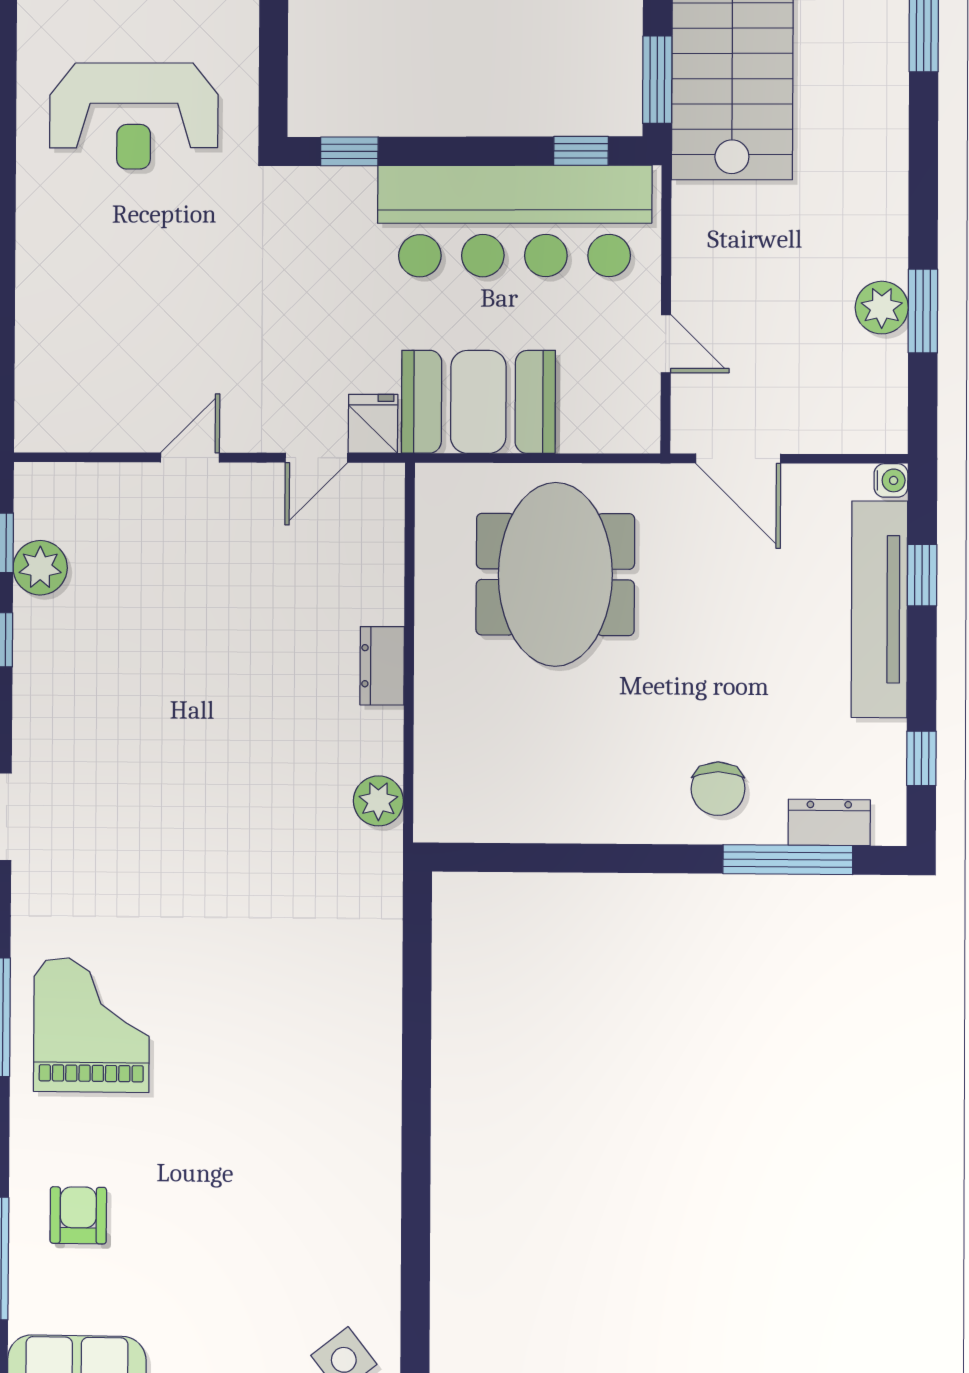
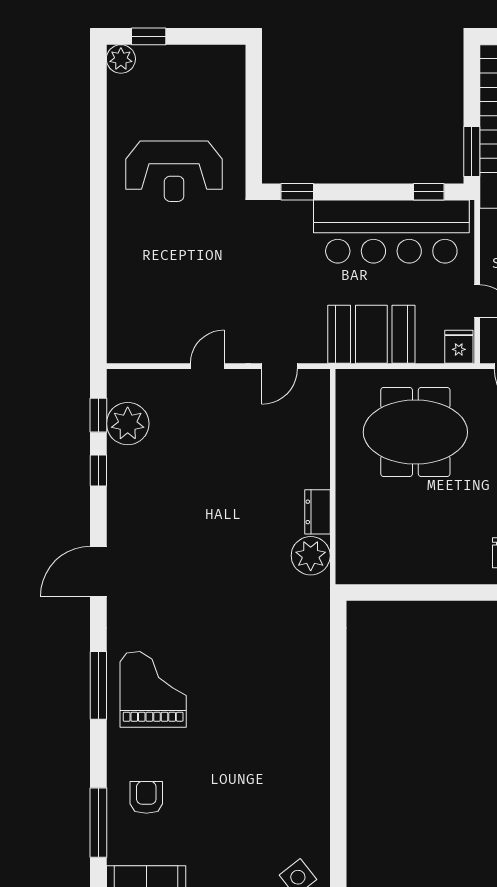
fridge: (373, 424) -> (459, 347), moved
plant: (40, 568) -> (128, 424), width x1.36, depth x1.36
meeting table: (555, 574) -> (415, 432), turned 90
dresser: (382, 666) -> (318, 512), moved
plant: (378, 801) -> (311, 556), width x1.36, depth x1.36

